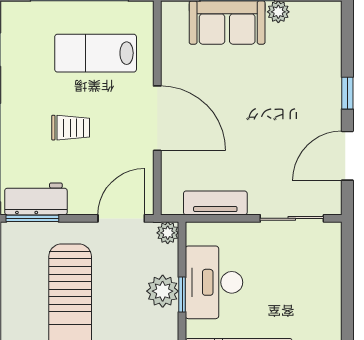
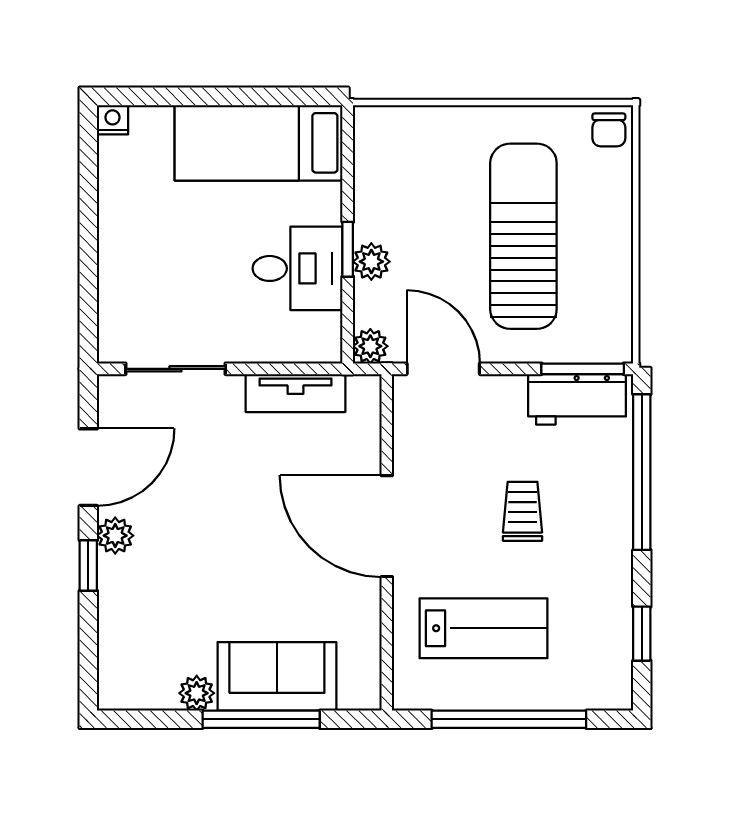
plant: (330, 112) -> (115, 536), added
trolley: (71, 128) -> (523, 511), turned 90
door: (121, 218) -> (443, 369), swing flipped
desk: (214, 282) -> (298, 268), width x0.73
plant: (163, 291) -> (371, 262), width x0.73, depth x0.73

